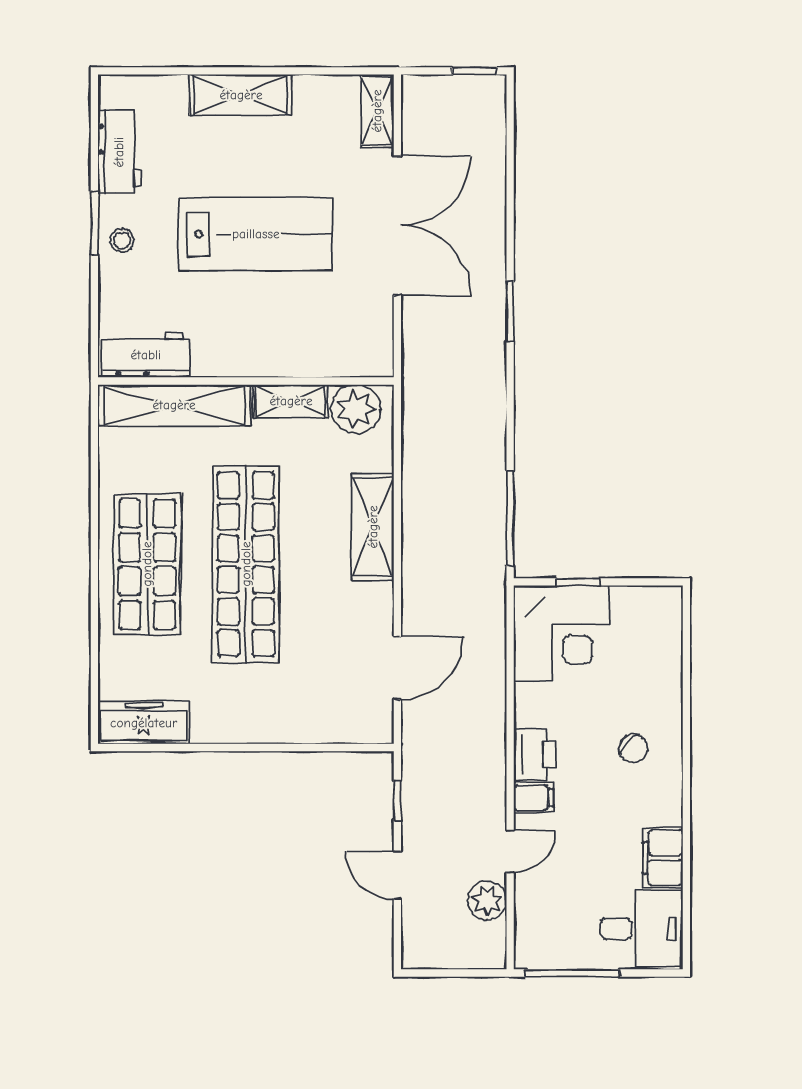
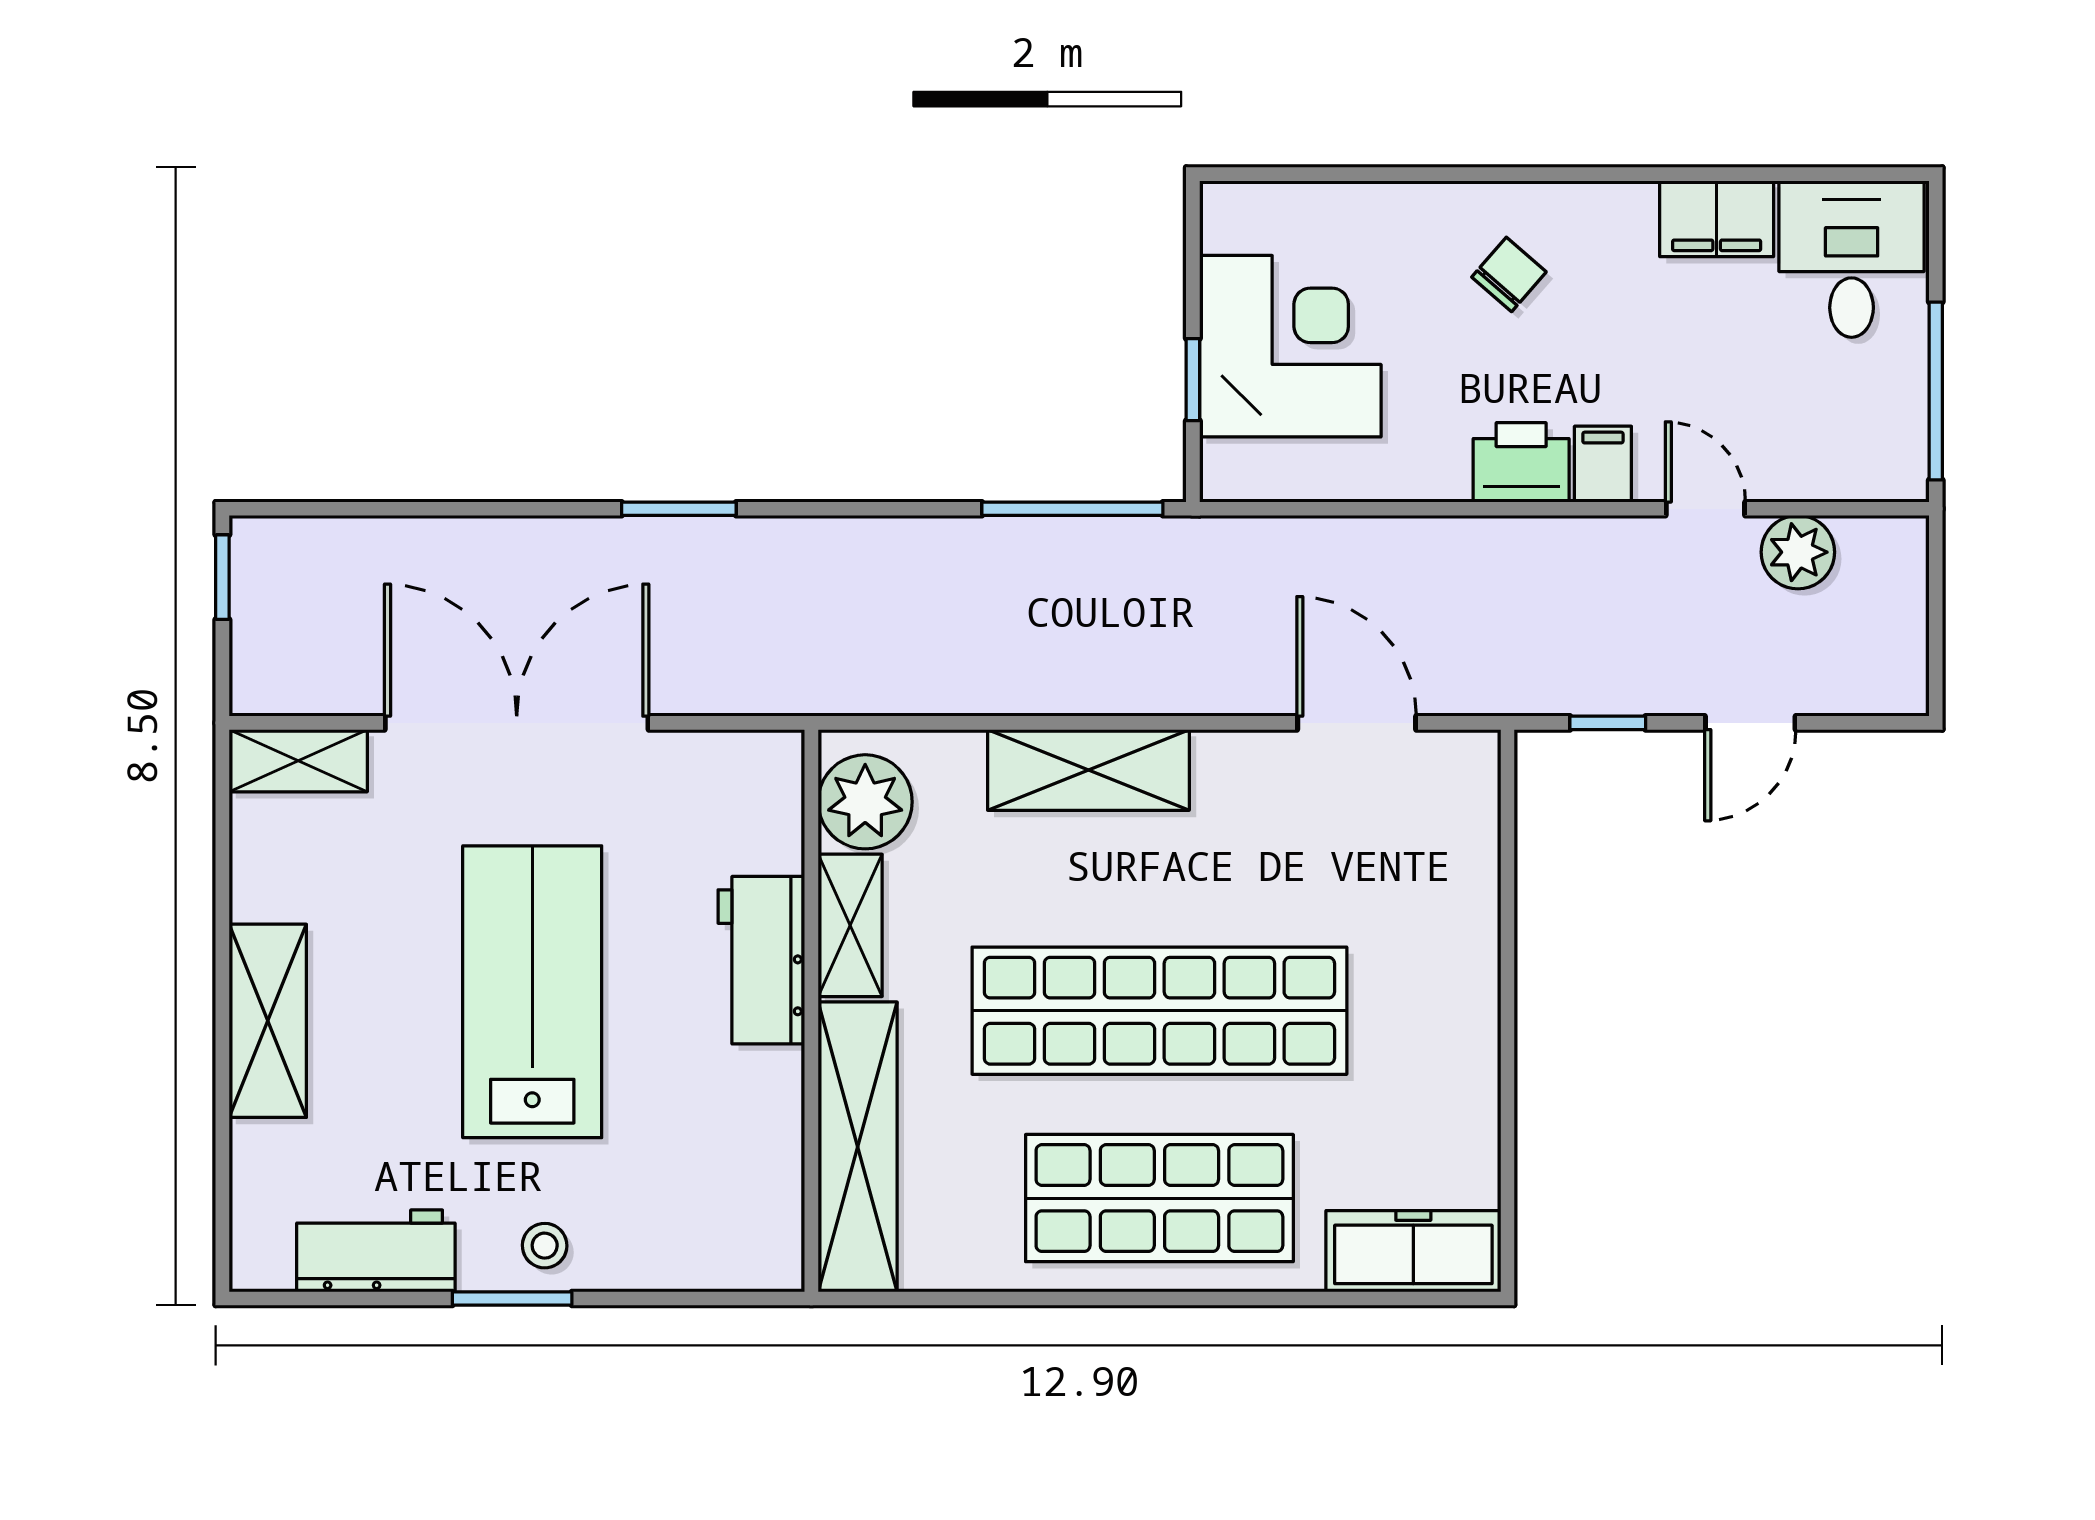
workbench: (146, 355) -> (761, 960), moved
corner desk: (561, 633) -> (1290, 346), moved
freezer: (144, 723) -> (1413, 1251), moved, turned 90

